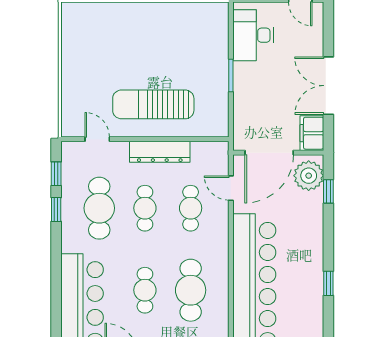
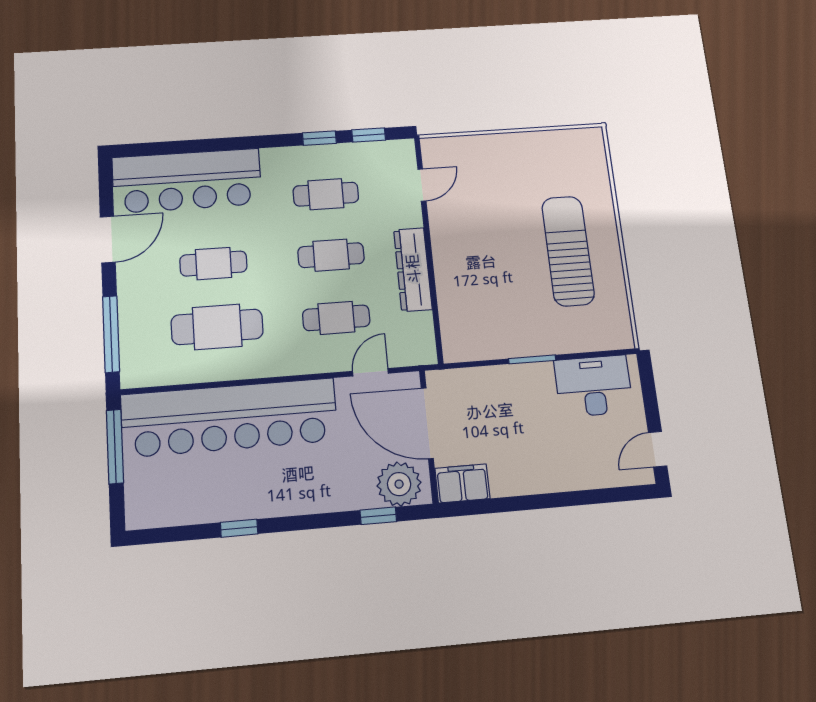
double door: (328, 86) -> (535, 502), removed
sun lounger: (153, 104) -> (568, 251), moved
cafe table: (99, 208) -> (326, 194), width x0.73, depth x0.74

